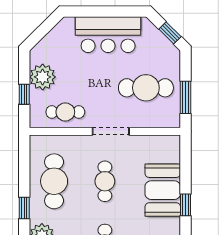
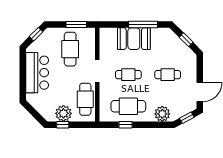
window: (24, 94) -> (63, 125), moved
cafe table: (65, 112) -> (85, 99), width x1.37, depth x1.35
window: (185, 205) -> (143, 25), width x2.17
window: (24, 208) -> (126, 125), moved

